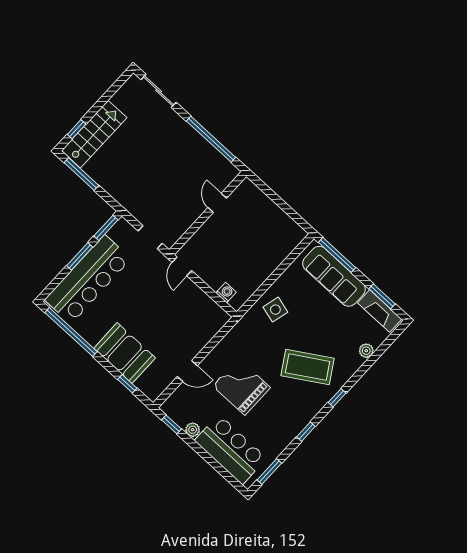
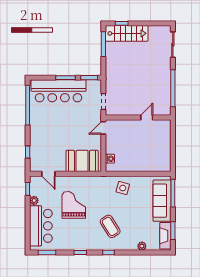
booth: (125, 353) -> (82, 161), moved, turned 90
coffee table: (308, 367) -> (110, 226), width x0.73, depth x0.76
door: (187, 371) -> (48, 174), moved

